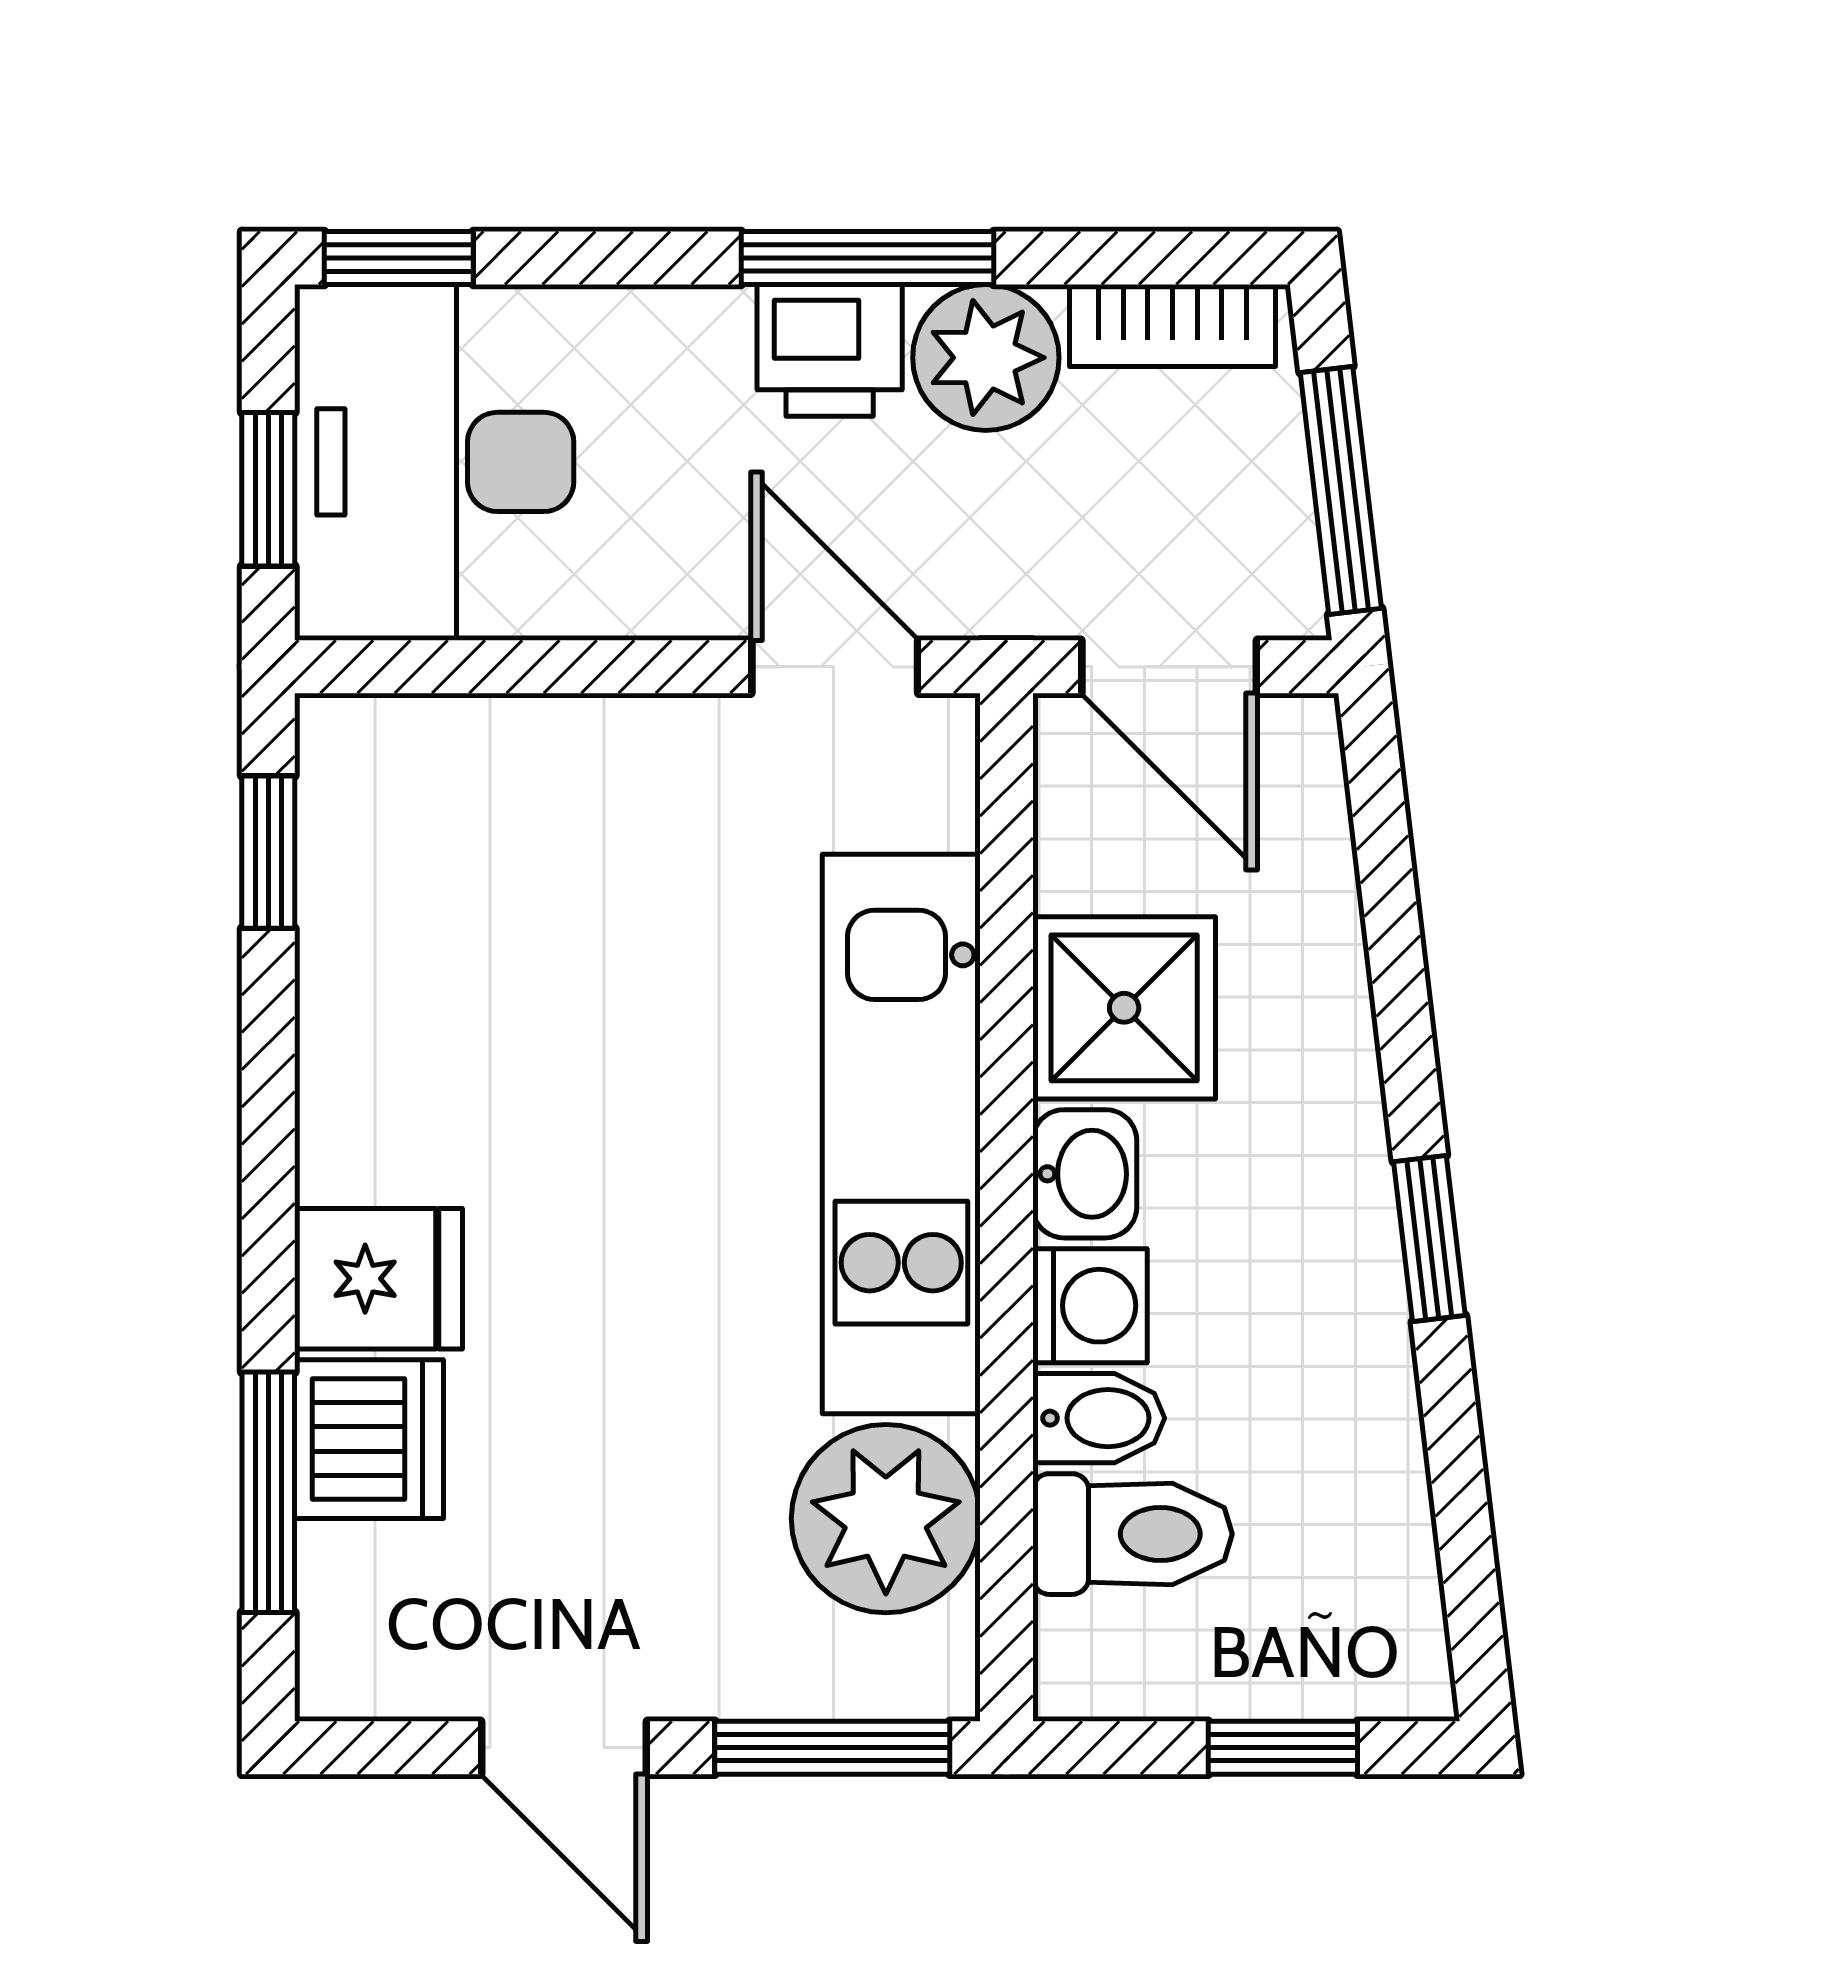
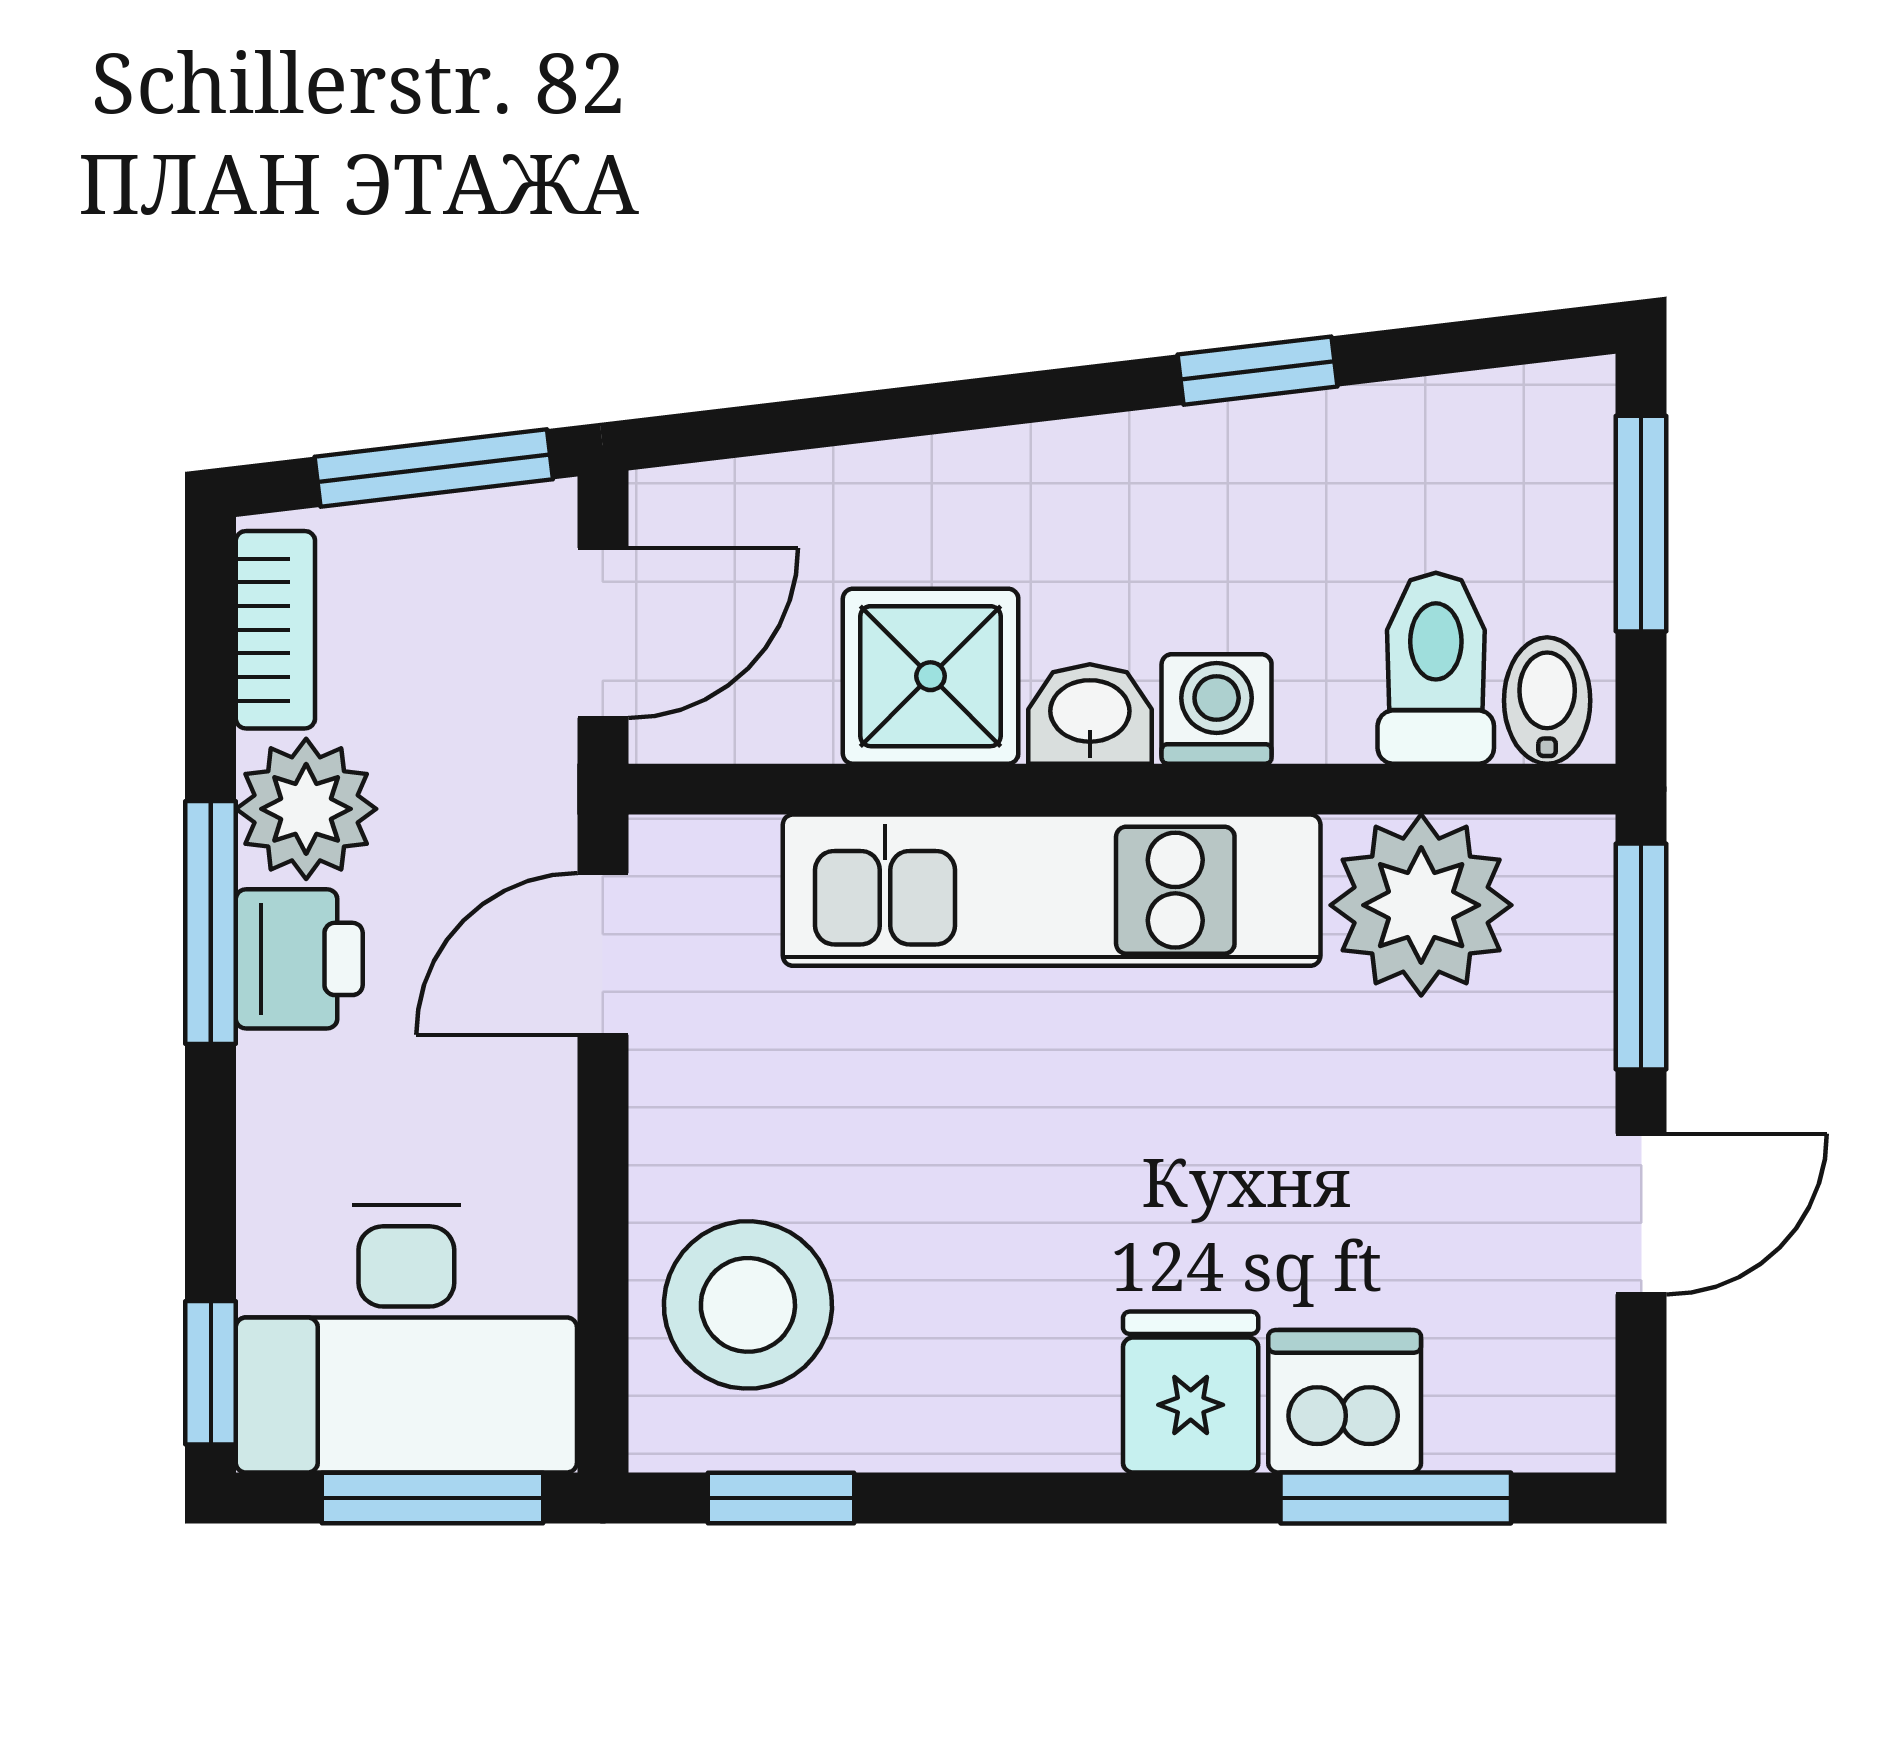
window: (268, 489) -> (433, 1498), width x1.50
stool: (469, 818) -> (748, 1305), added
window: (1429, 1238) -> (1258, 371), moved
bidet: (1099, 1418) -> (1547, 701), moved
window: (1283, 1748) -> (1641, 524), width x1.50

